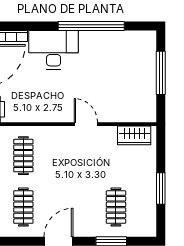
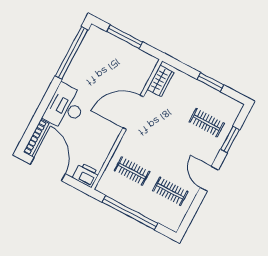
window: (91, 26) -> (72, 53), moved
door: (86, 124) -> (133, 112), width x1.88

